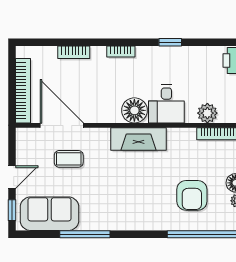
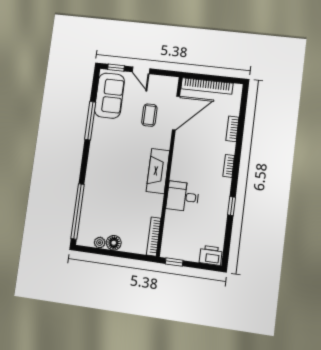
floor lamp: (134, 110) -> (181, 171), removed
plant: (207, 113) -> (171, 228), removed
armchair: (192, 195) -> (109, 207), removed

